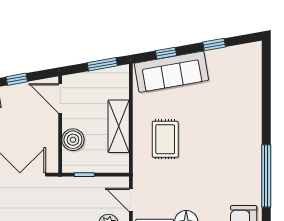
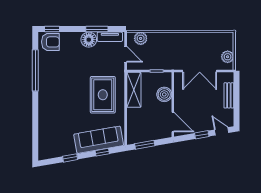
shelving: (119, 126) -> (134, 90), moved
rug: (165, 139) -> (103, 95), width x1.36, depth x1.43

